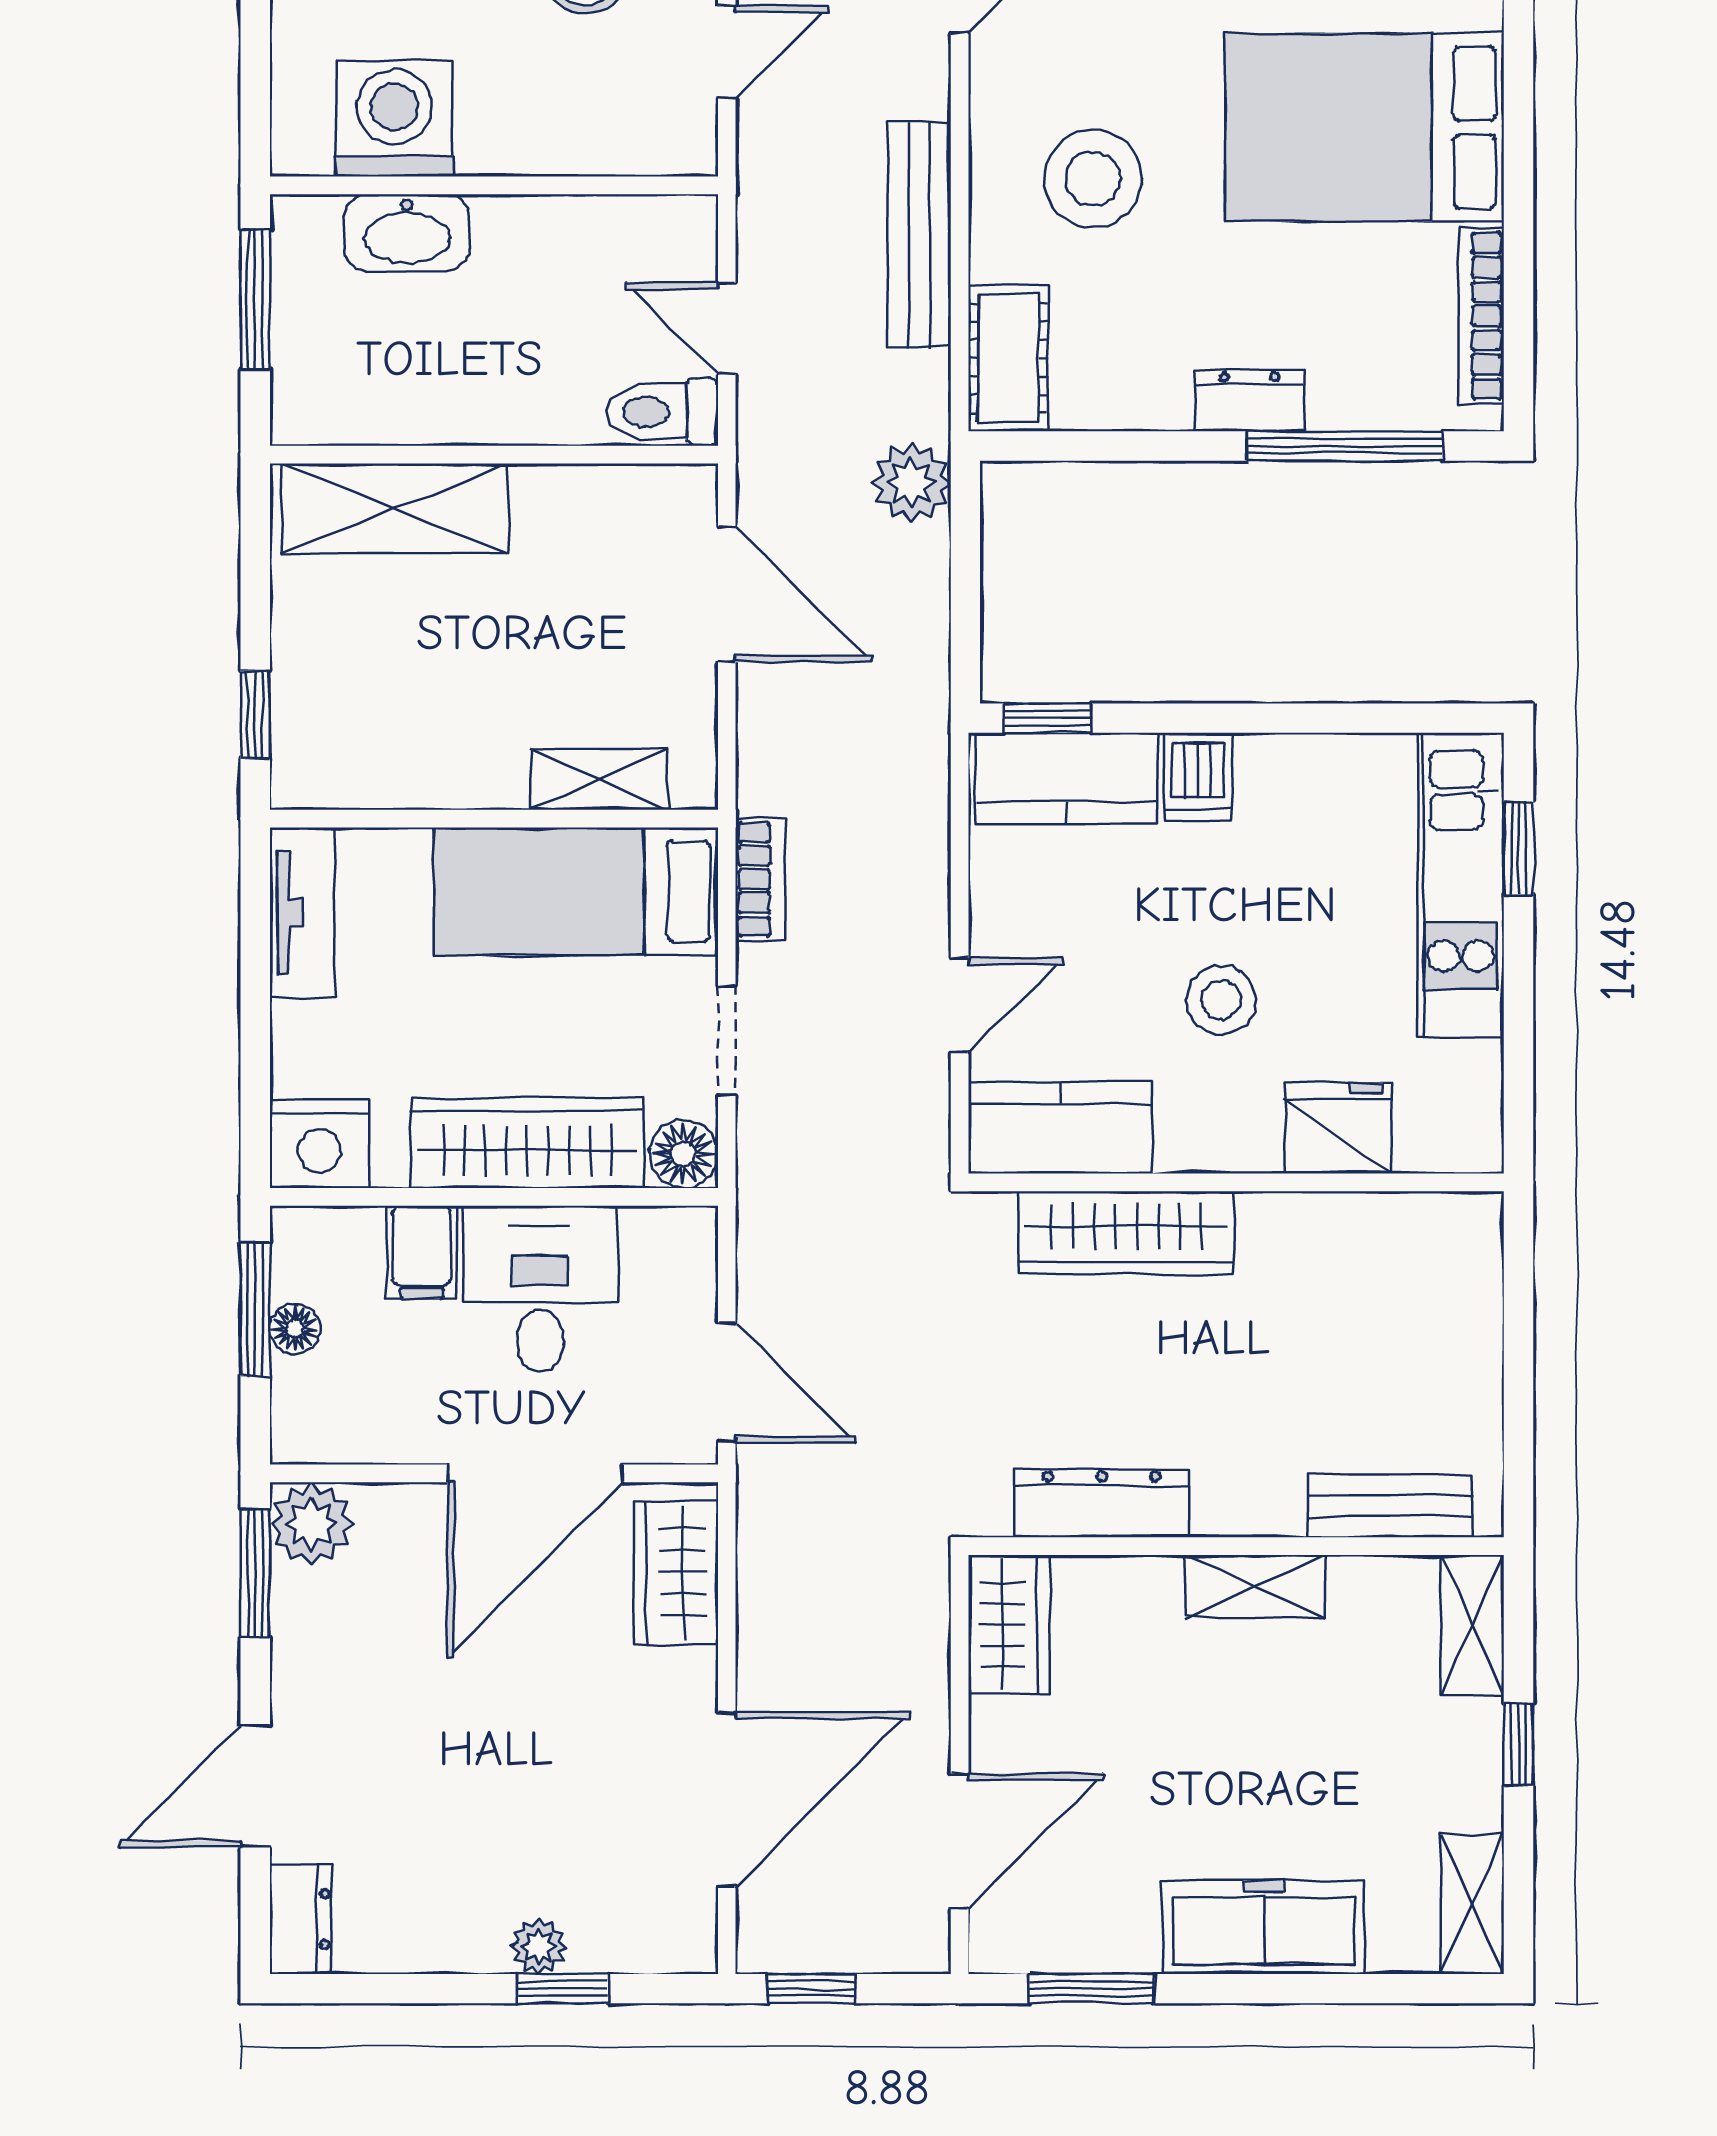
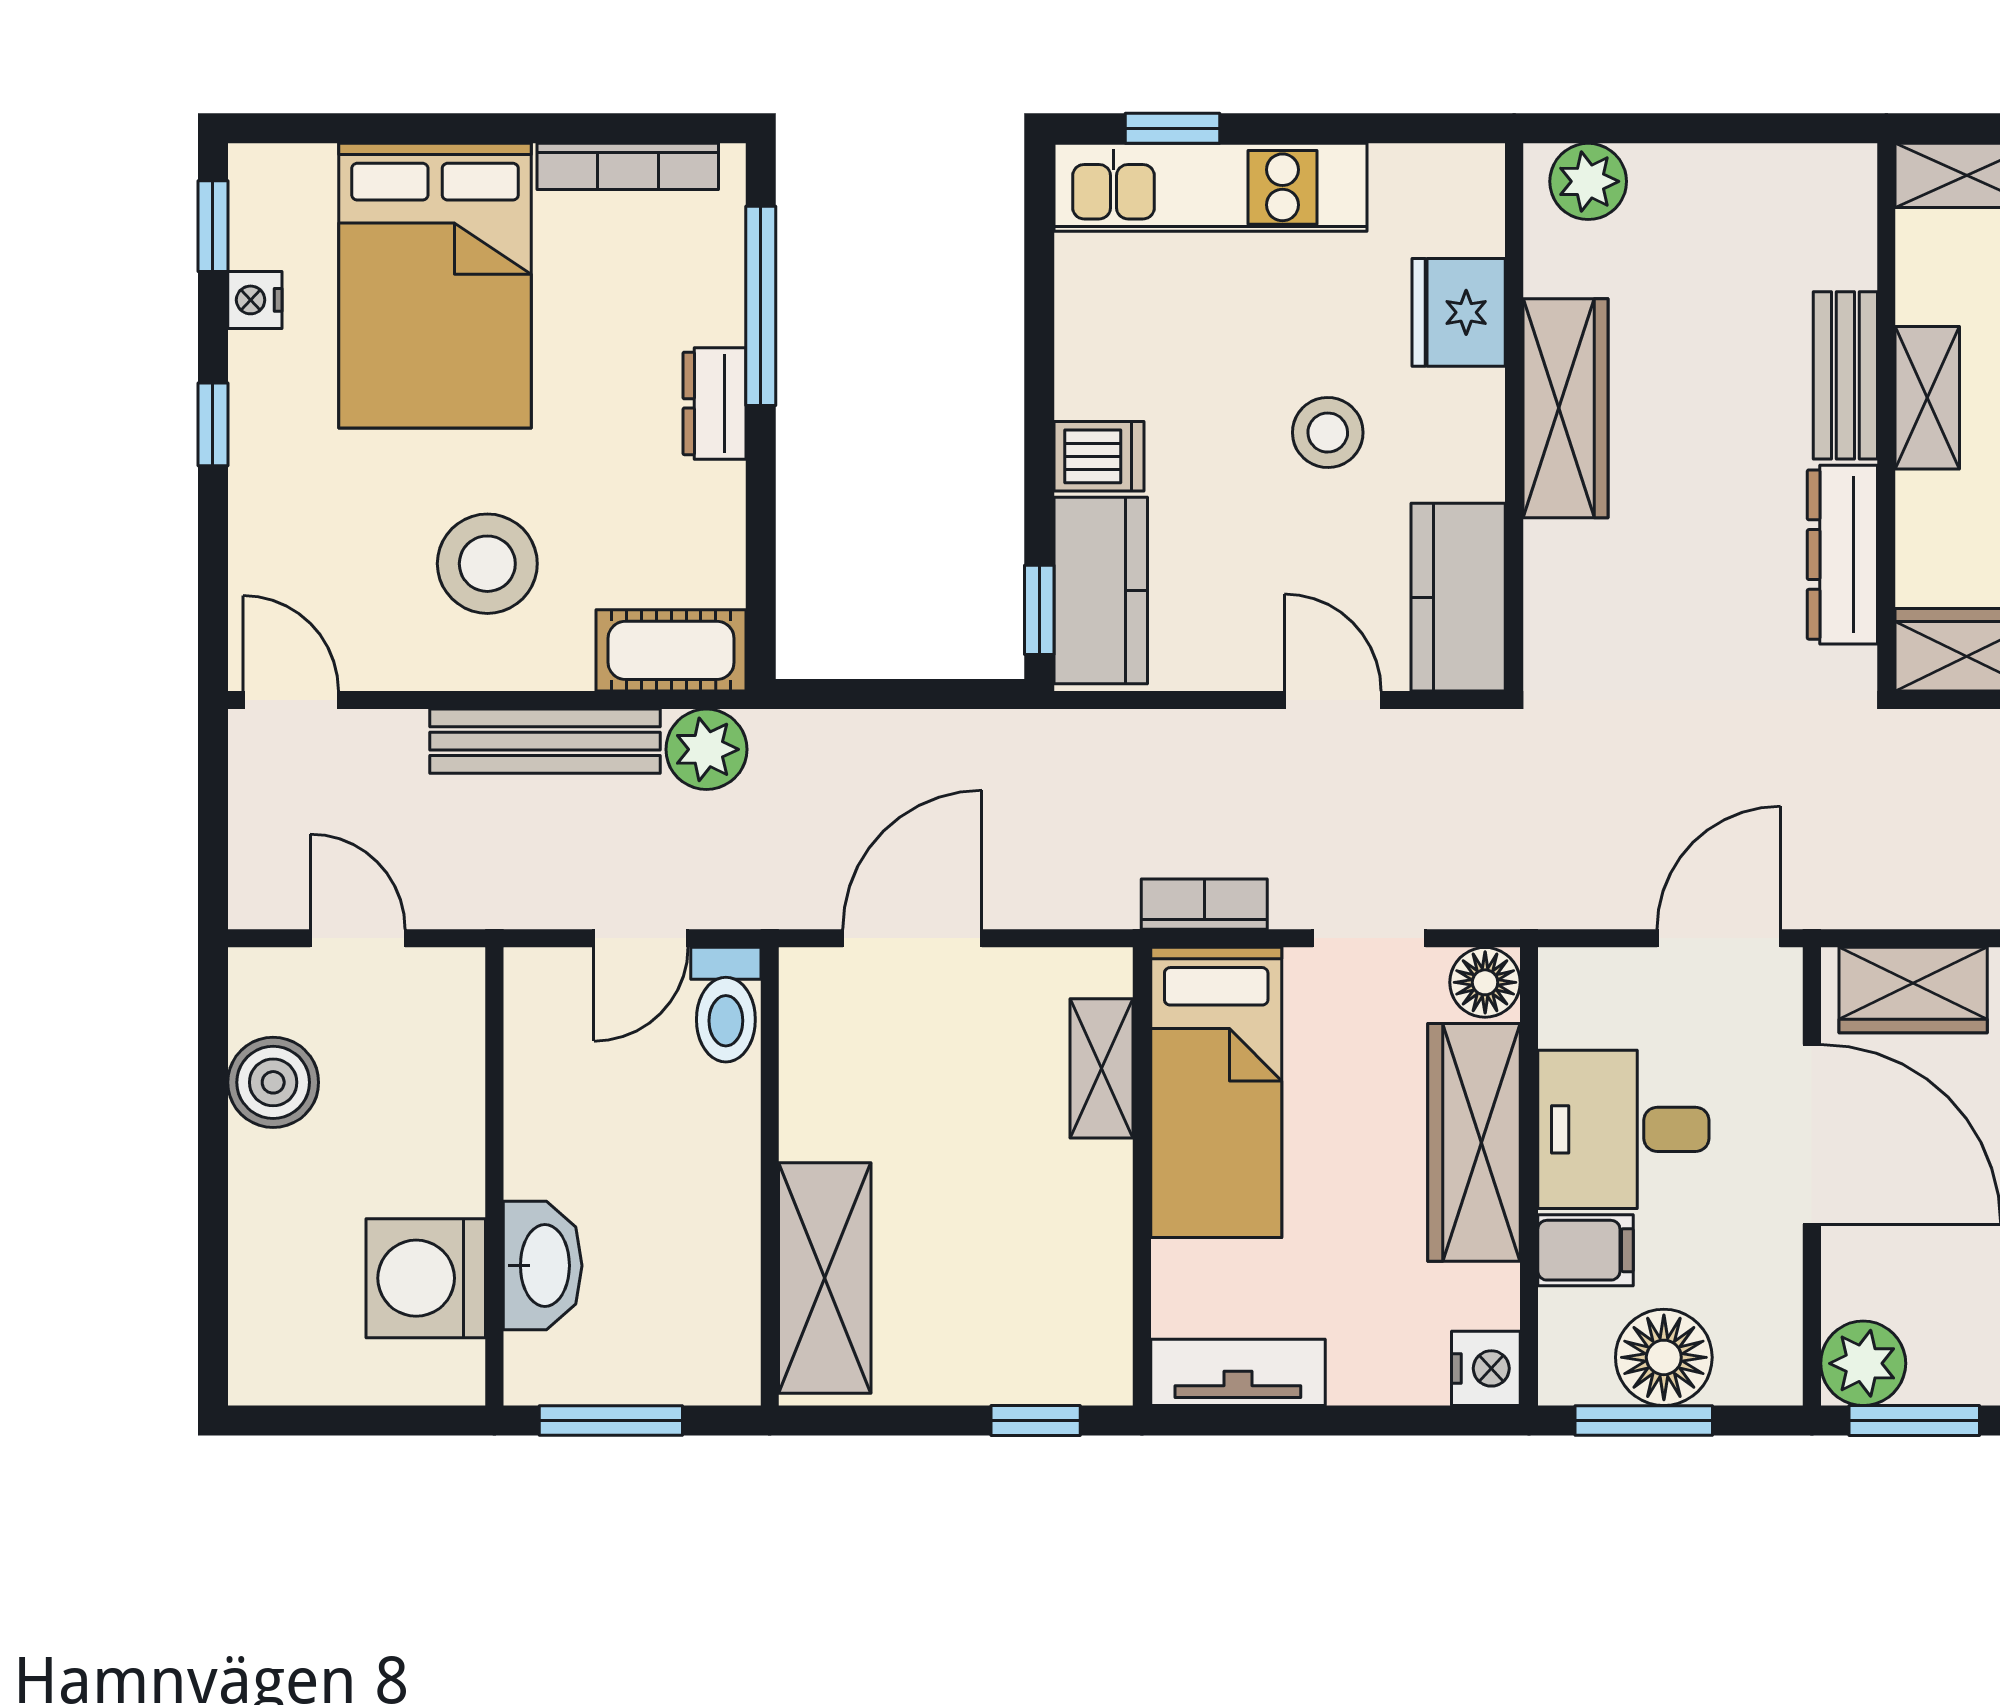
plant: (911, 483) -> (706, 749), moved
nightstand: (319, 1144) -> (1486, 1368), width x0.74, depth x0.75
wardrobe: (1127, 1233) -> (1565, 408), moved
plant: (1467, 1255) -> (1588, 181), added
floor lamp: (295, 1329) -> (1664, 1357), width x1.89, depth x1.89
bench: (1390, 1506) -> (1845, 375), moved

